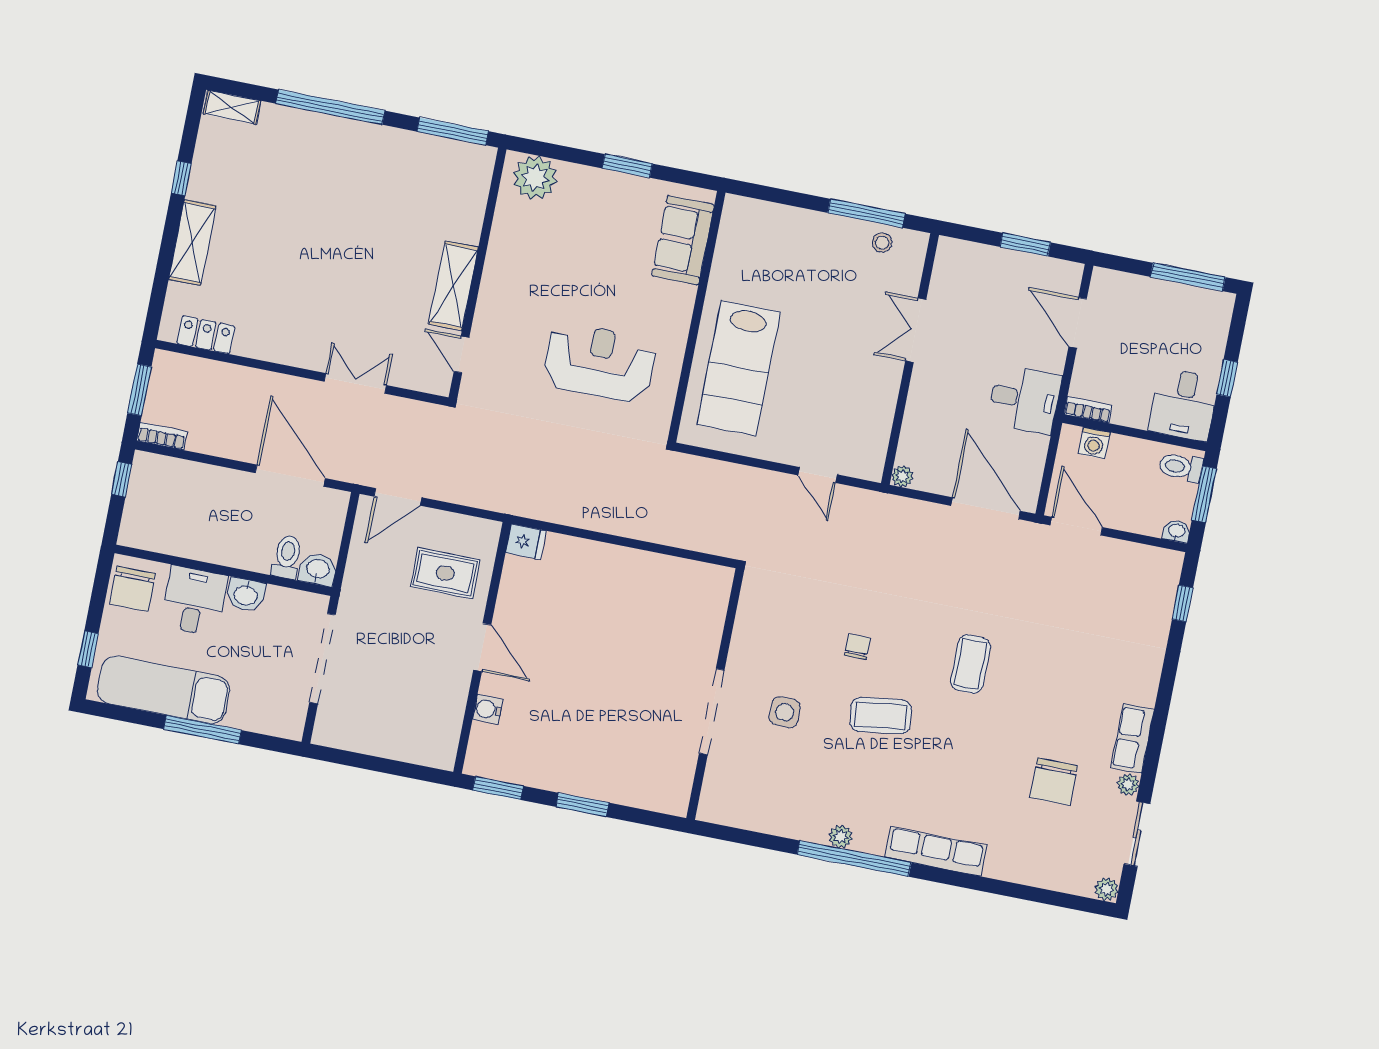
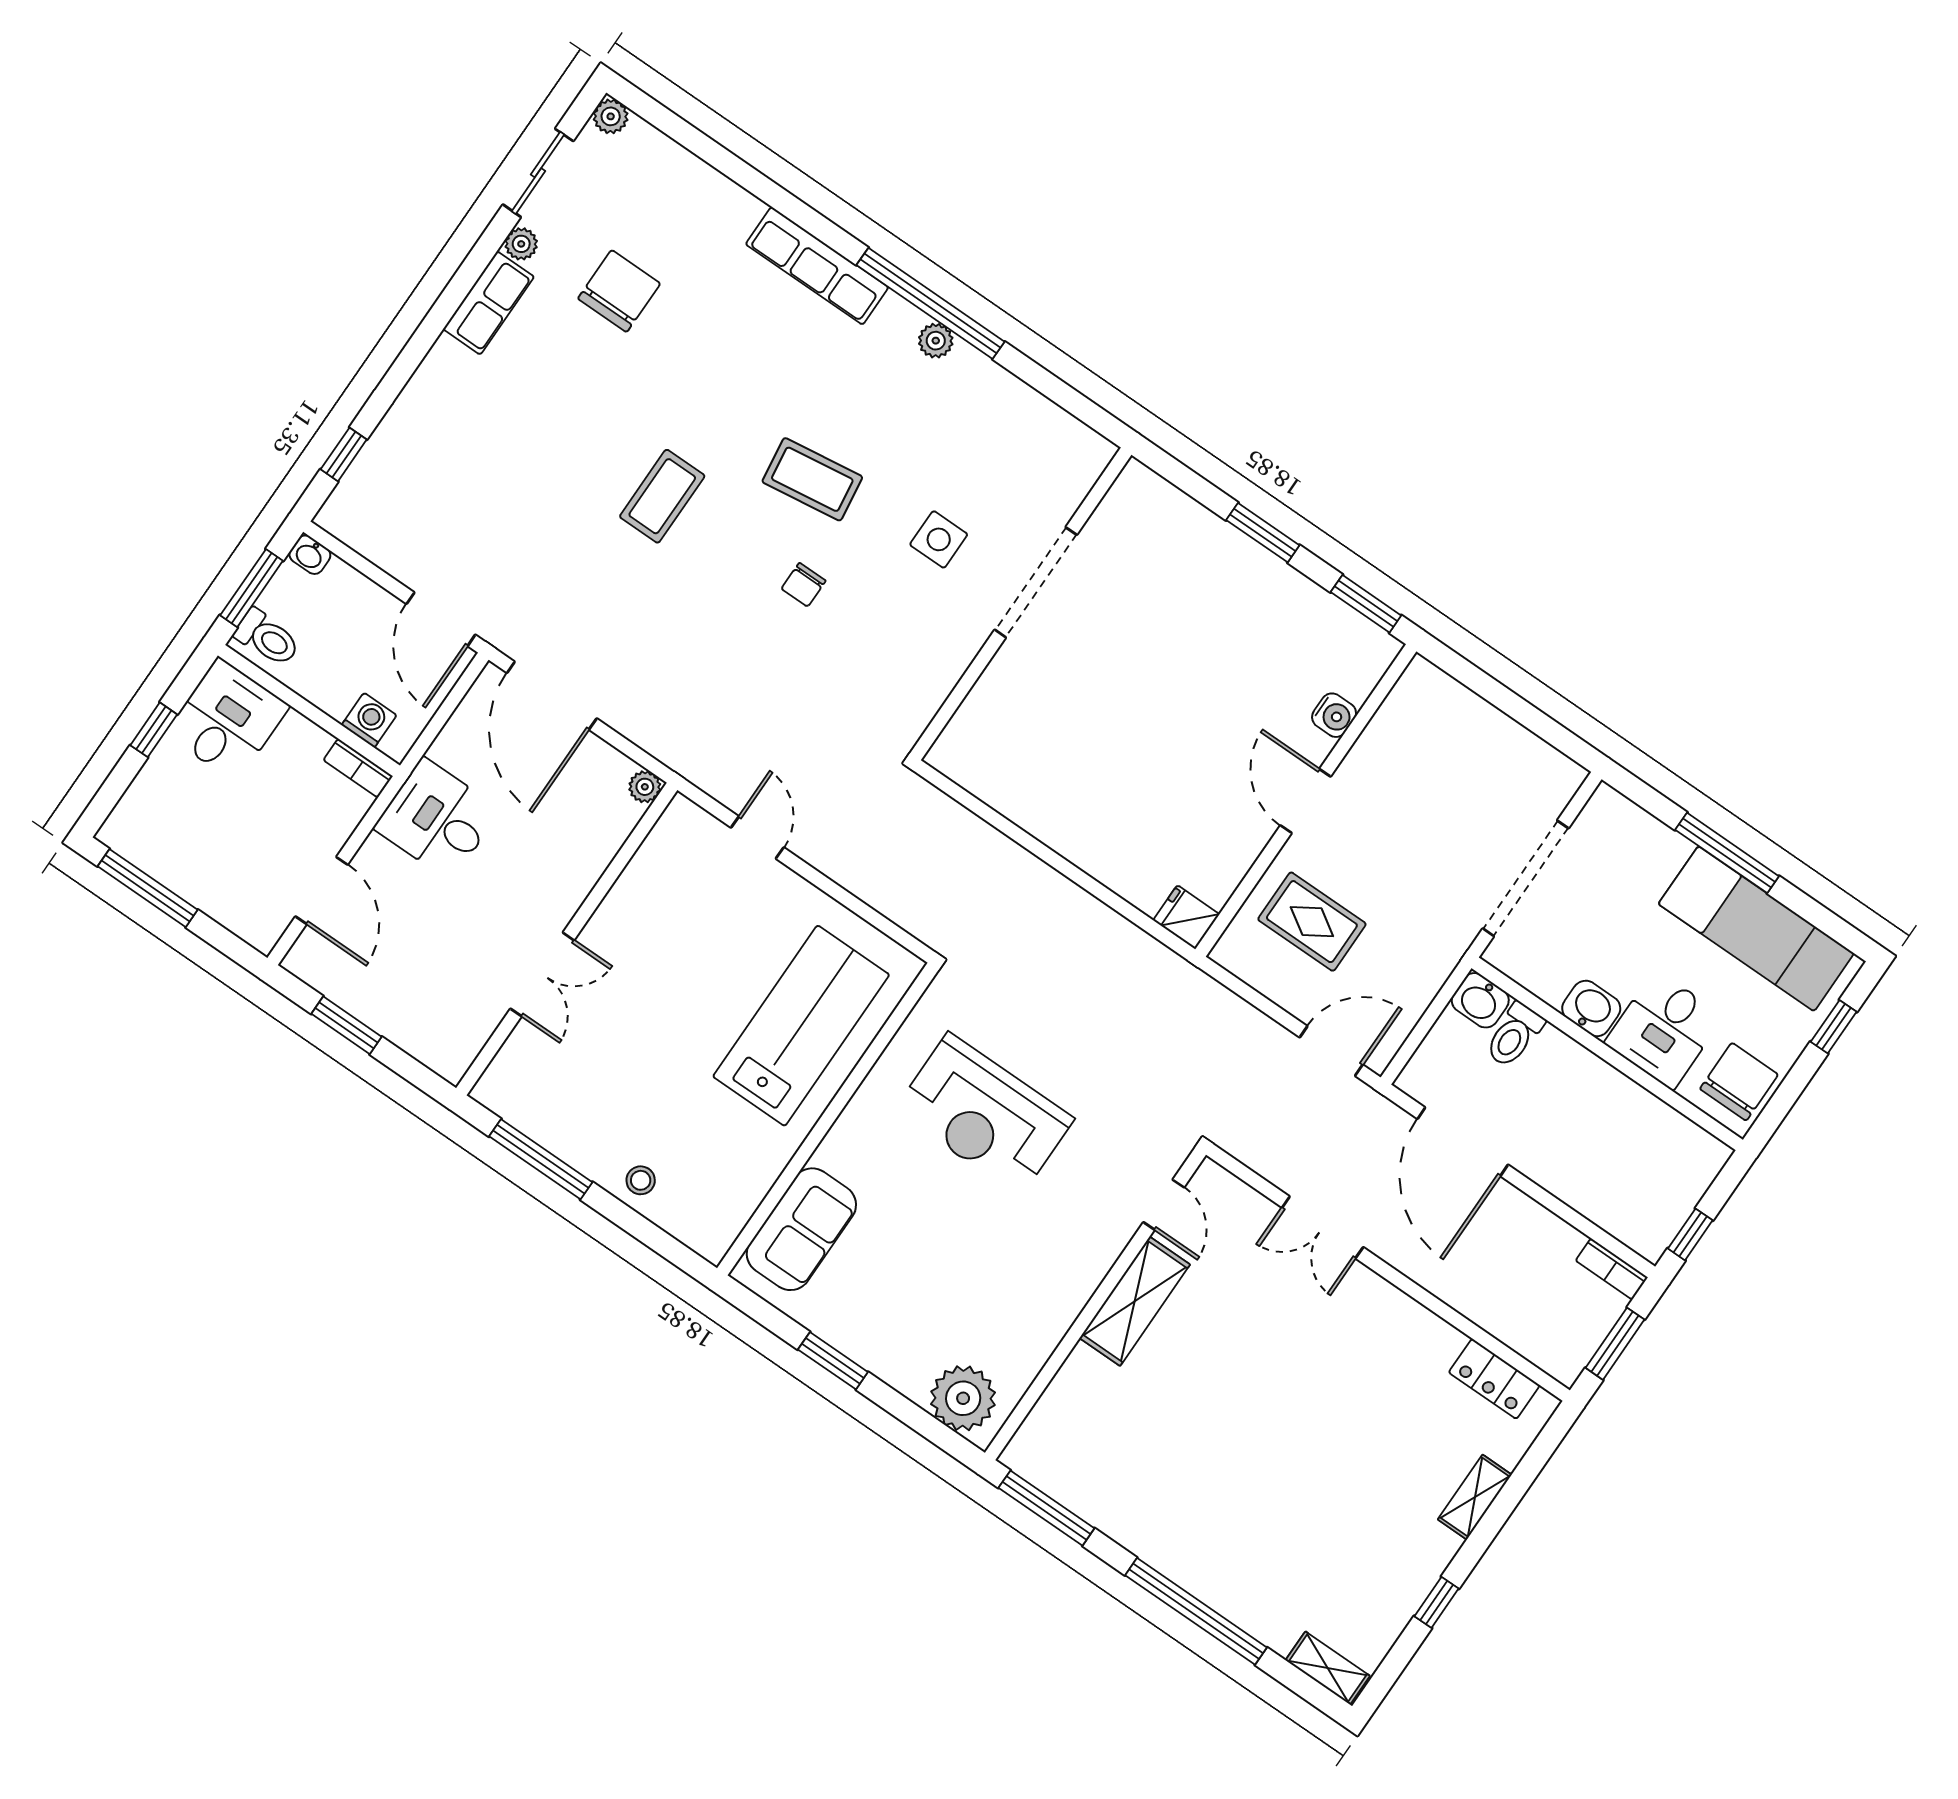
stool: (882, 242) -> (641, 1180), moved
shelving: (192, 243) -> (1475, 1497), width x0.67, depth x0.75

